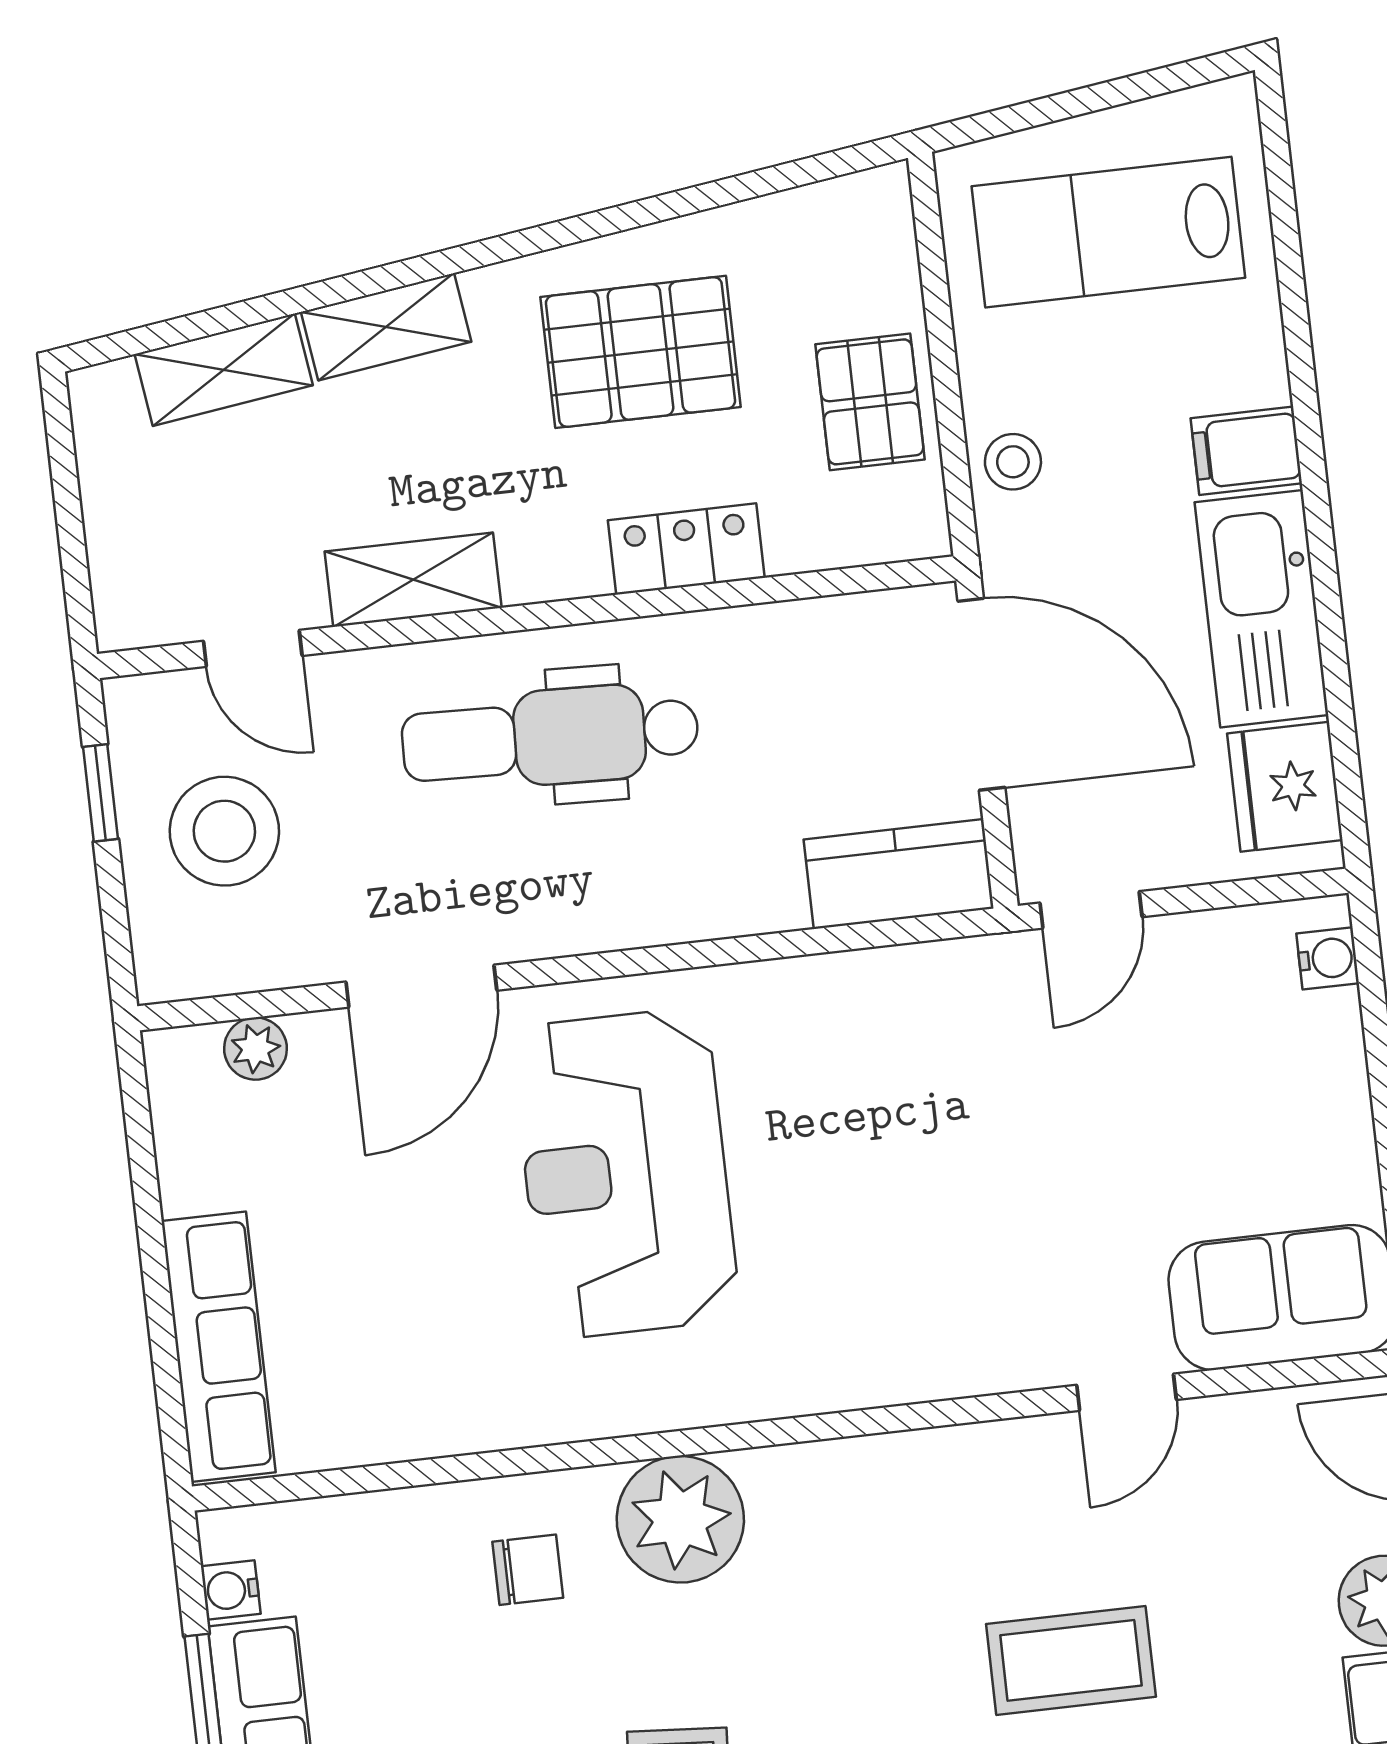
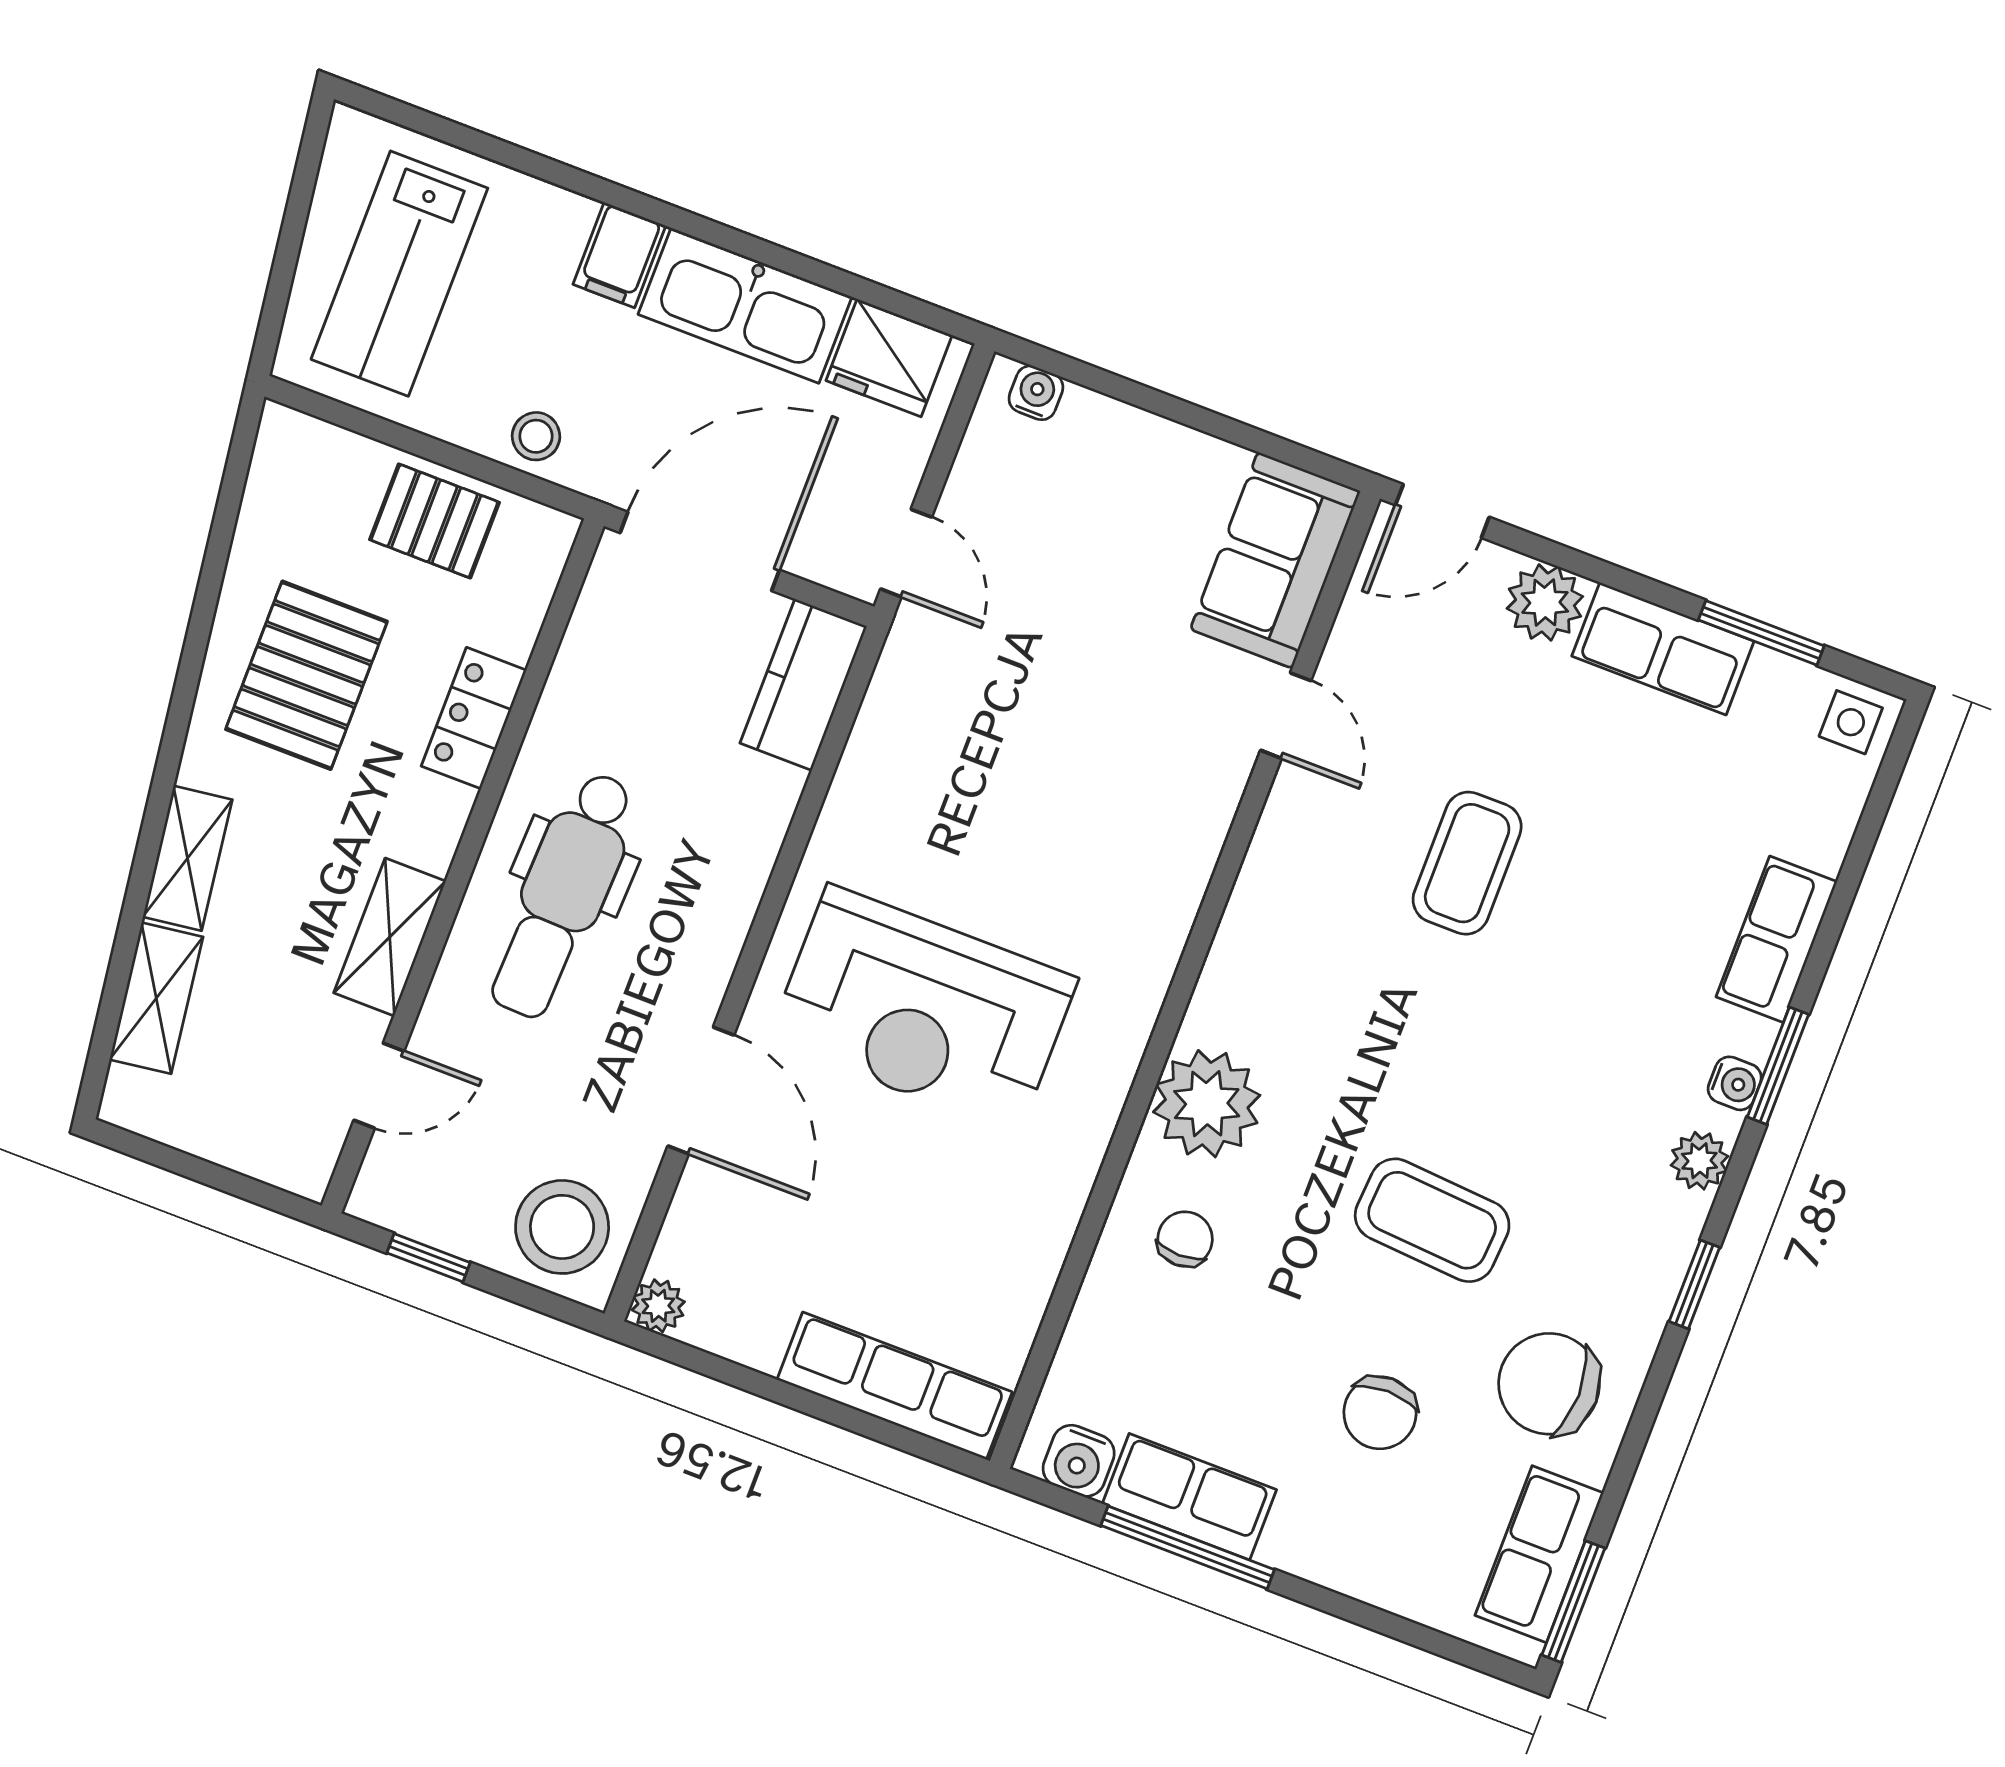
stool: (224, 831) -> (562, 1227), moved
plant: (255, 1049) -> (658, 1306), moved
water cooler: (231, 1590) -> (1079, 1461), width x1.38, depth x1.38

